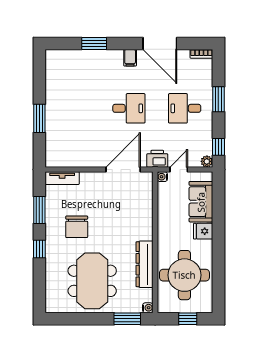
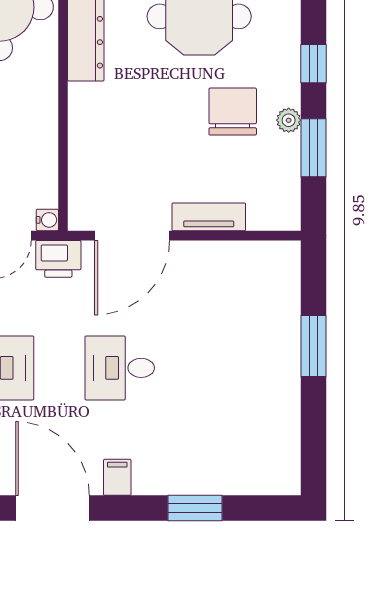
tv unit: (62, 178) -> (209, 217), moved
plant: (51, 223) -> (289, 120), added

